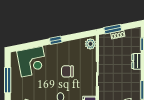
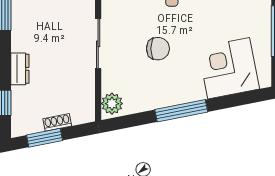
window: (113, 29) -> (45, 138), moved
window: (56, 40) -> (181, 111), width x2.17

